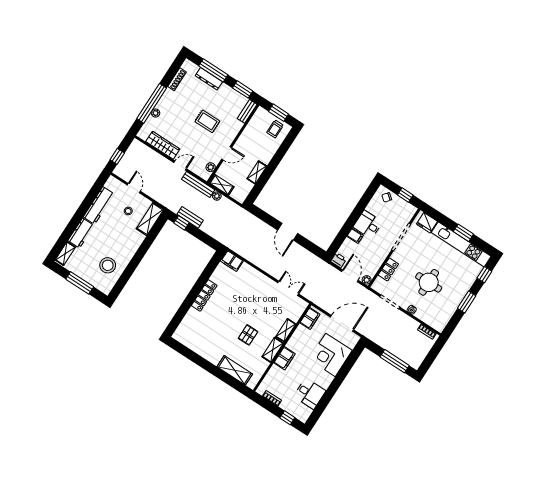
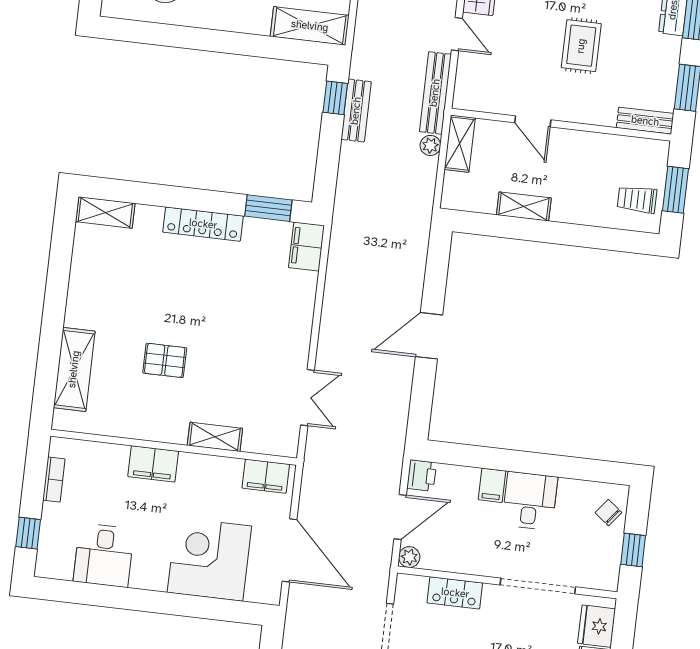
plant: (211, 167) -> (486, 102), removed
window: (210, 268) -> (268, 208), added
shelving: (273, 350) -> (105, 212), moved

